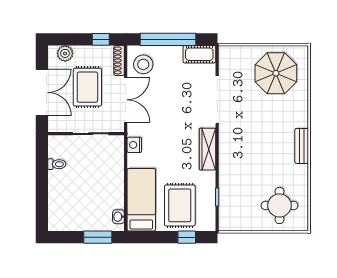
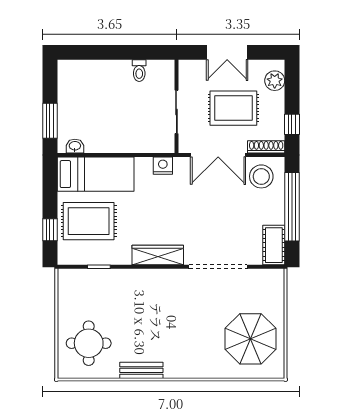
double door: (42, 92) -> (227, 52), width x0.73
bench: (302, 146) -> (141, 370), moved

